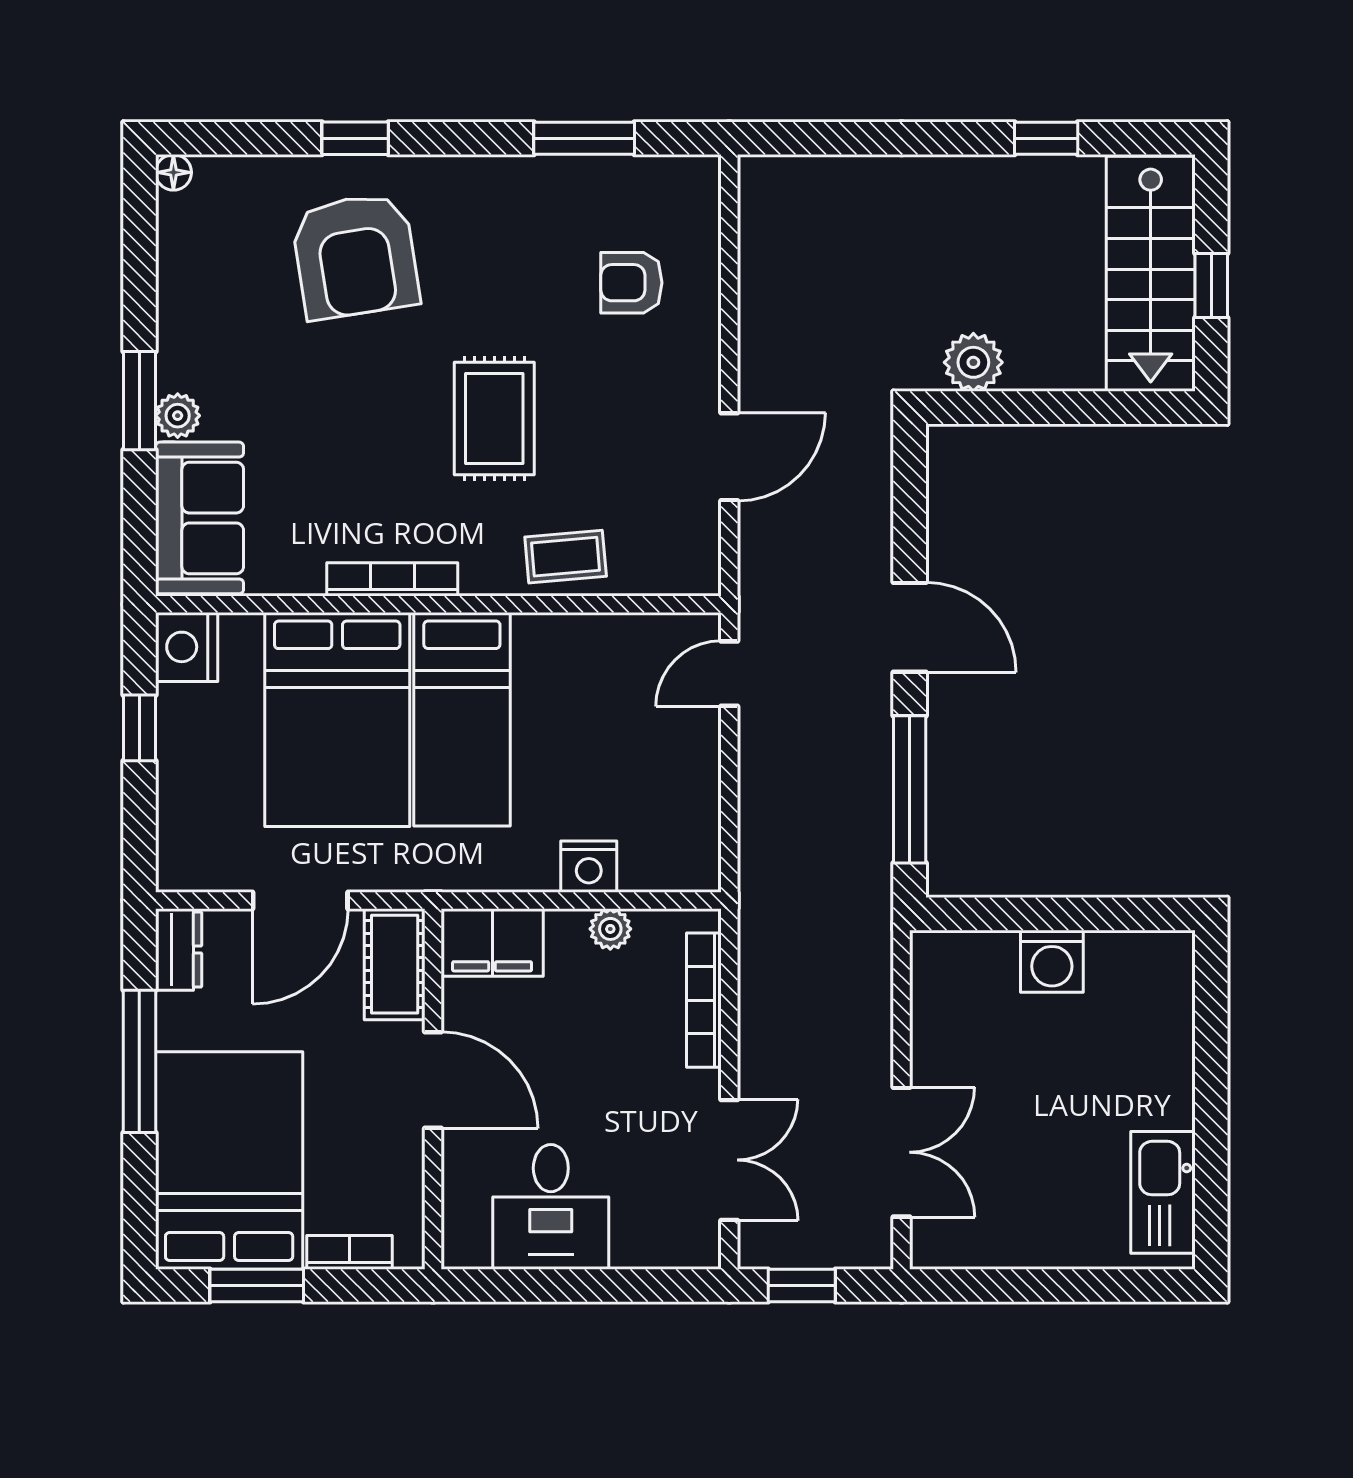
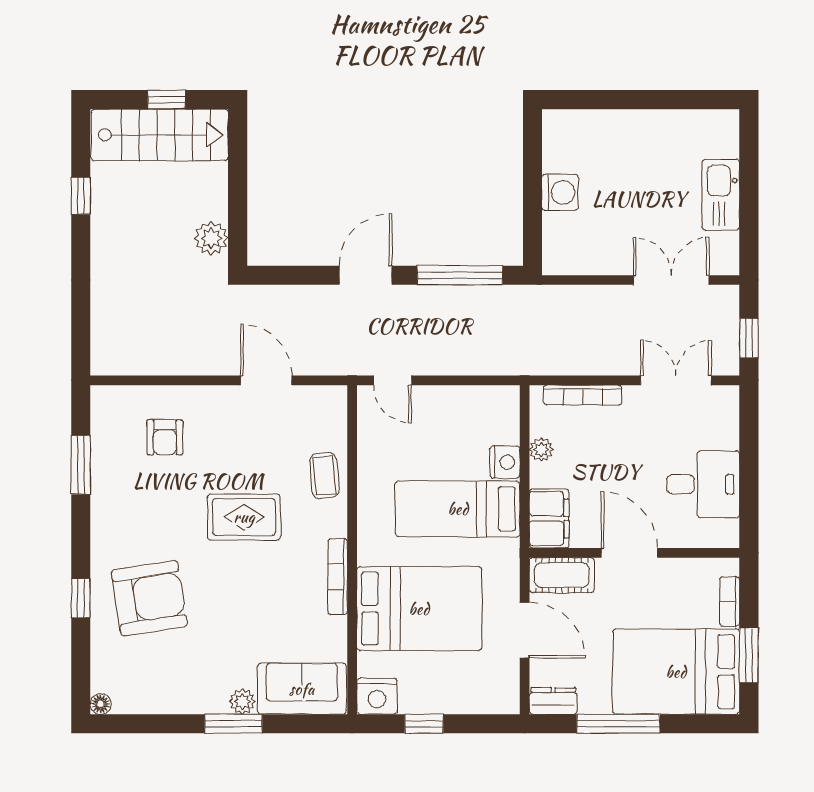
bed: (462, 719) -> (458, 509), moved, turned 180
door: (433, 1080) -> (629, 553), hinge flipped
kitchen sink: (1163, 1192) -> (721, 195), moved, turned 90

